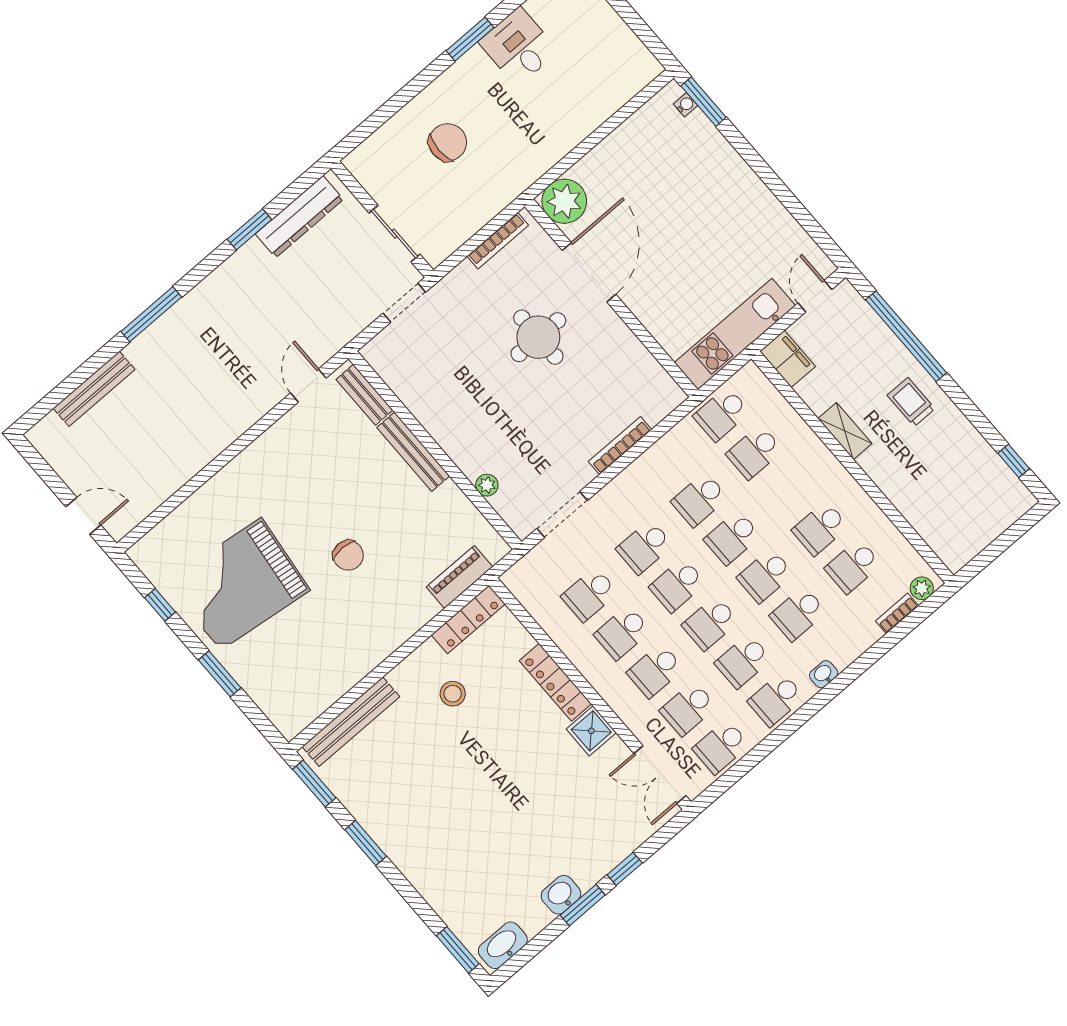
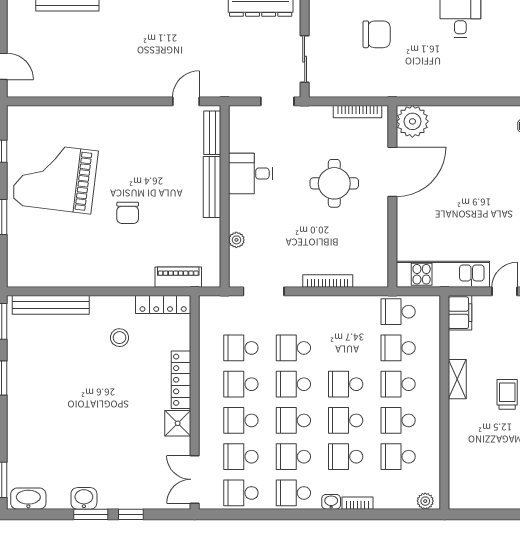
desk: (442, 403) -> (251, 173), added
school desk: (699, 500) -> (398, 384), moved
bookcase: (897, 613) -> (357, 503), moved

